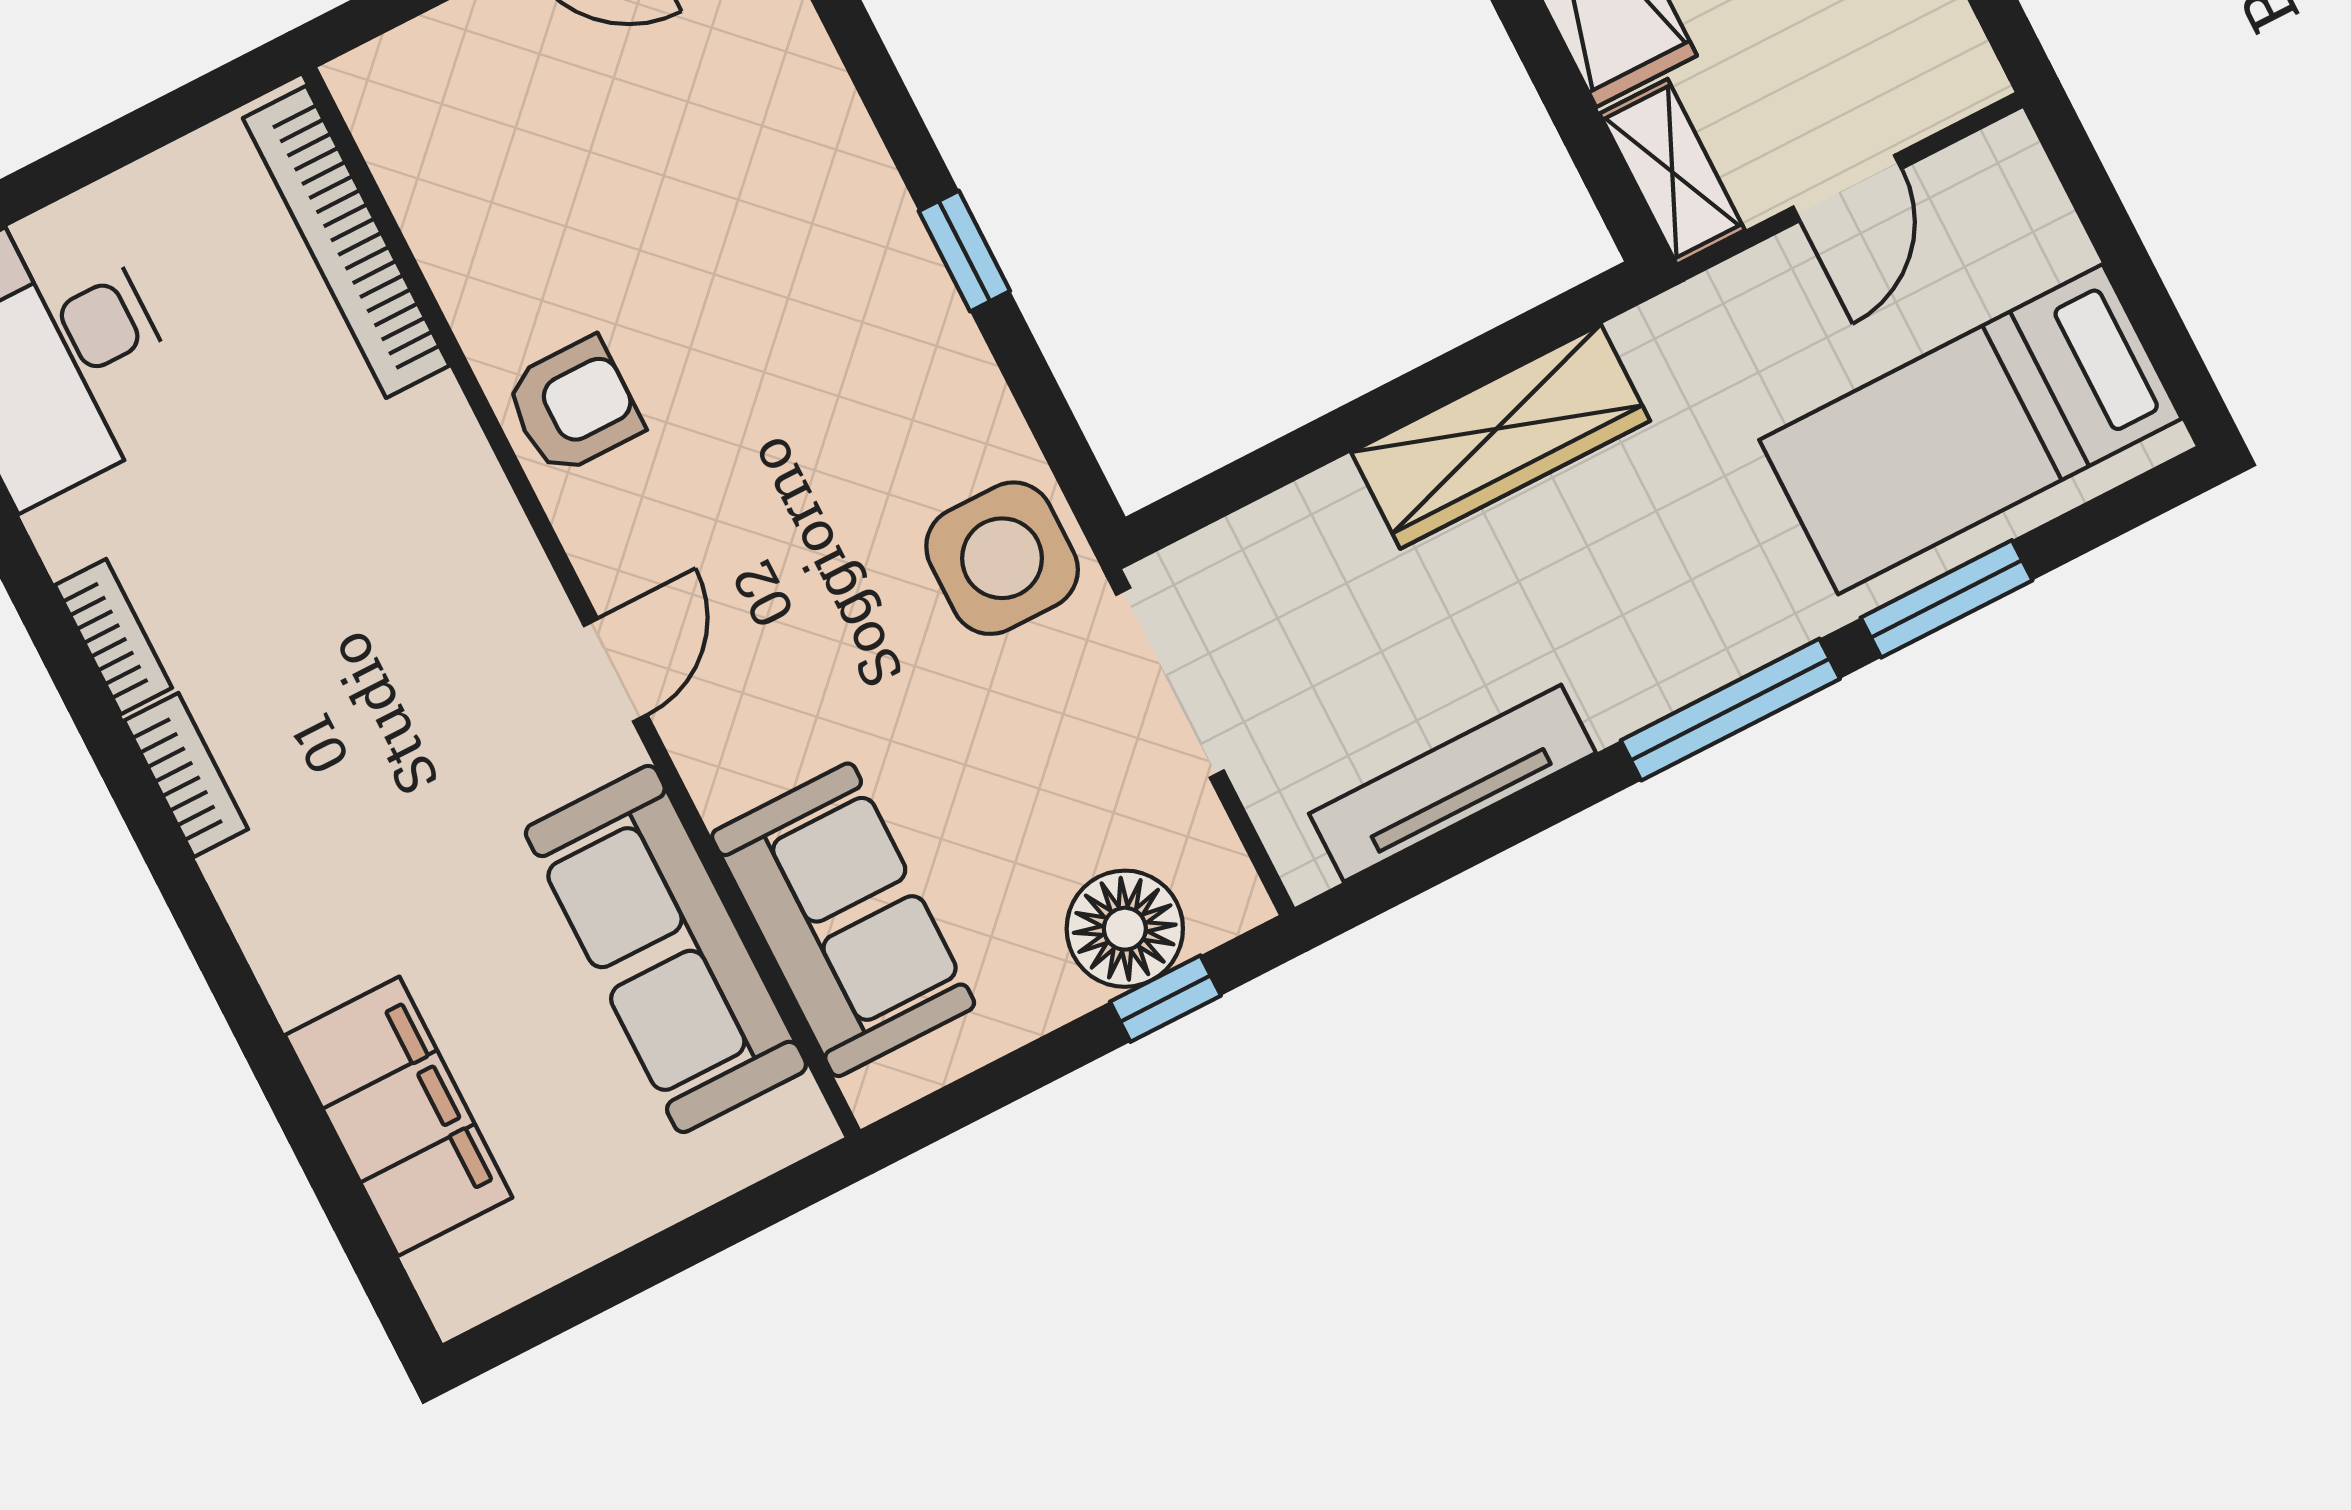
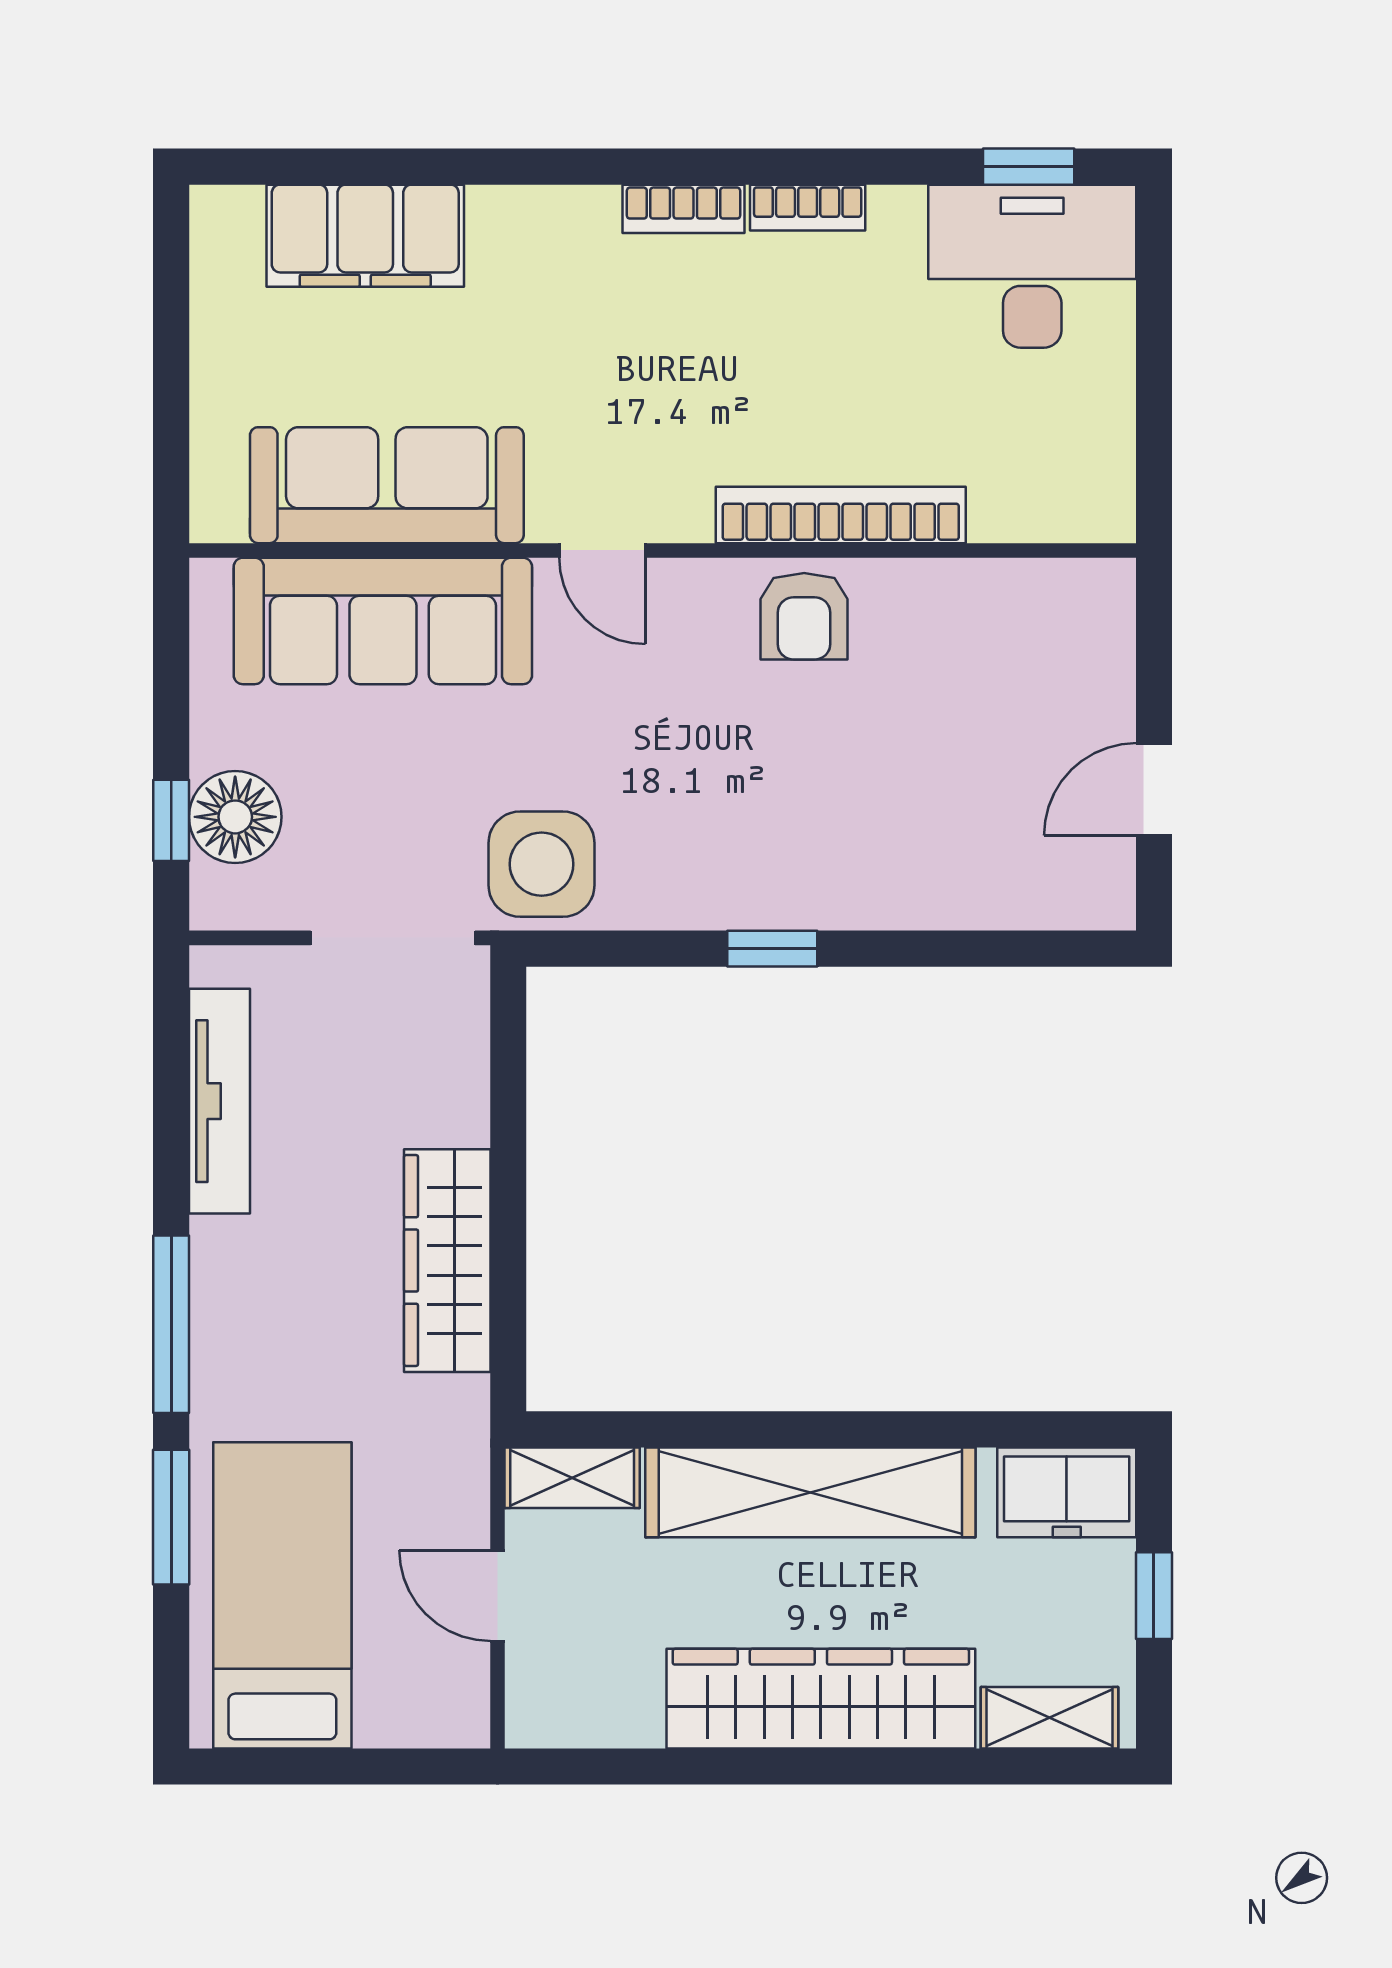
bookcase: (346, 242) -> (841, 515), moved
sofa: (843, 920) -> (383, 621), width x1.36

